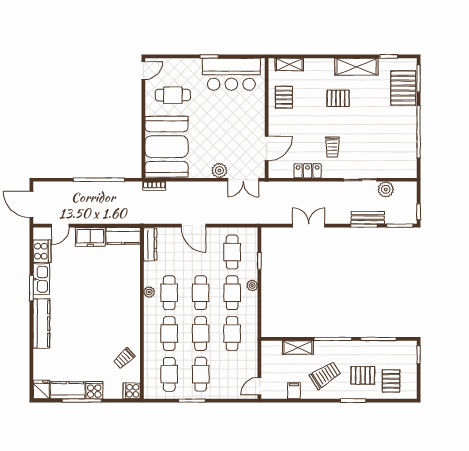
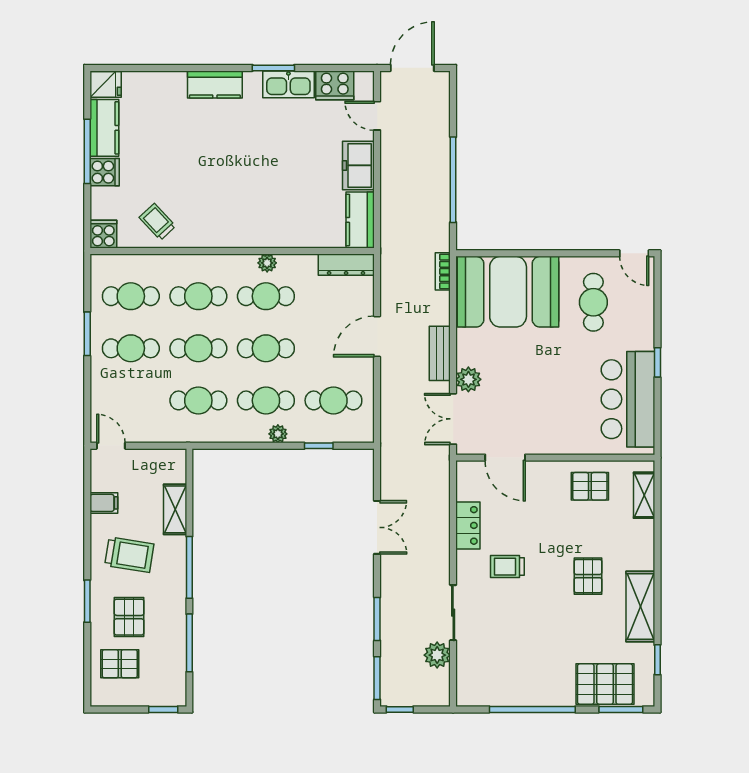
bench: (368, 218) -> (440, 353), moved
kitchen counter: (41, 324) -> (215, 84), width x0.67
trolley: (325, 375) -> (129, 555), turned -48

